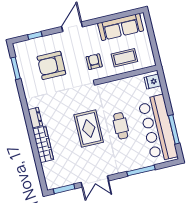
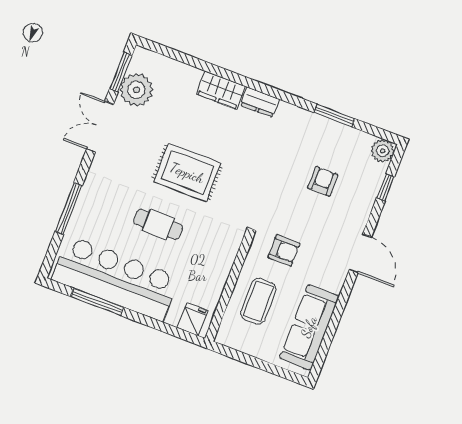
plant: (20, 48) -> (383, 151), added
armchair: (51, 65) -> (323, 181), width x0.53, depth x0.53
window: (16, 68) -> (334, 116), moved
wardrobe: (43, 144) -> (221, 90), width x0.67
plant: (67, 176) -> (136, 90), added

